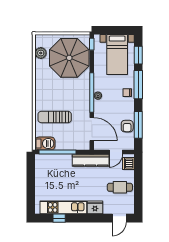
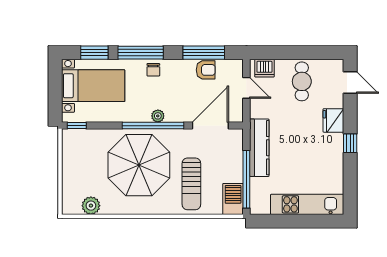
parasol: (69, 58) -> (139, 165), moved
kitchen counter: (91, 160) -> (259, 148), moved
kitchen unit: (63, 207) -> (307, 204), moved, turned 90
window: (59, 218) -> (350, 143), moved

